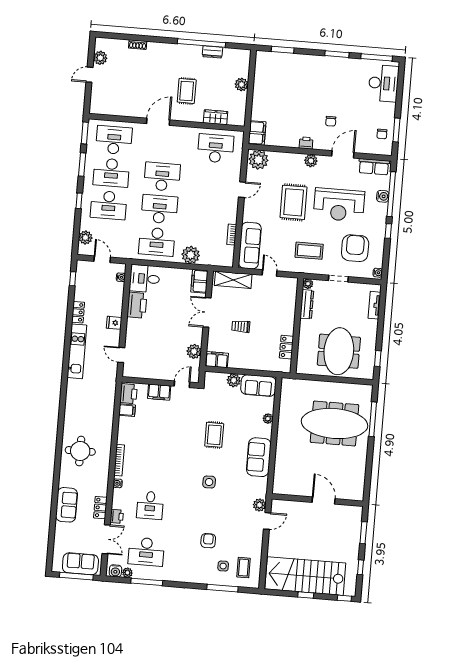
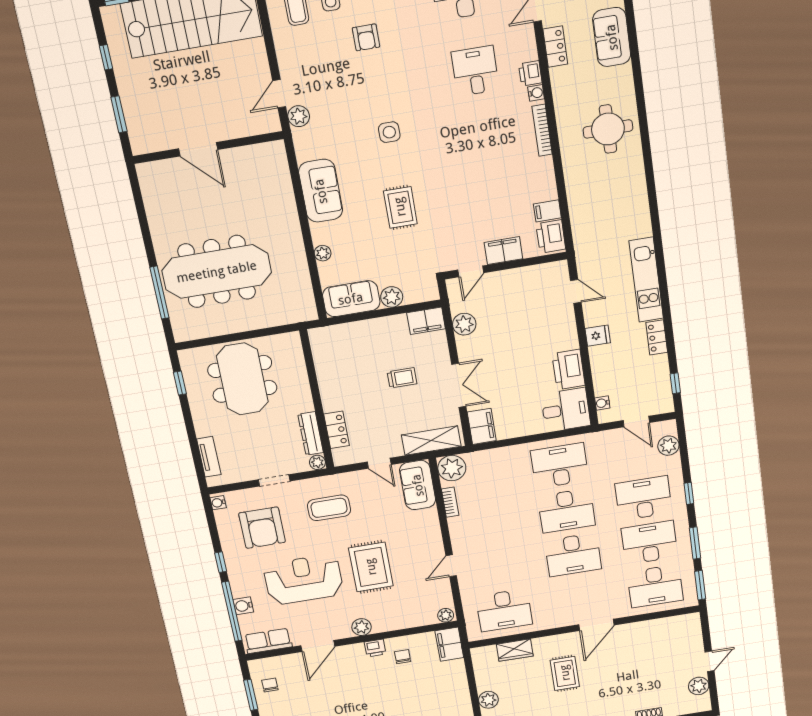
chair: (331, 121) -> (403, 657), moved
plant: (258, 160) -> (446, 615), width x0.53, depth x0.53
sofa: (250, 246) -> (418, 485), width x0.73
plant: (191, 255) -> (452, 468), moved
locker: (286, 347) -> (337, 430), moved
printer: (117, 516) -> (530, 73), moved

